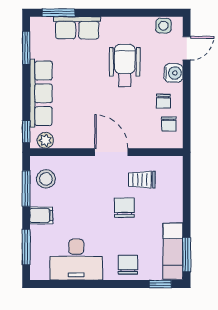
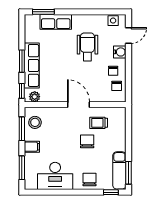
window: (26, 48) -> (22, 61), moved

